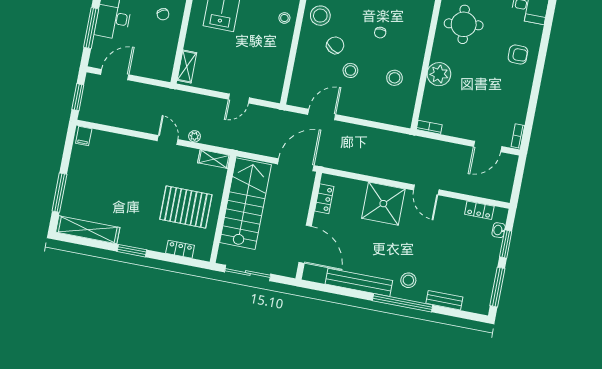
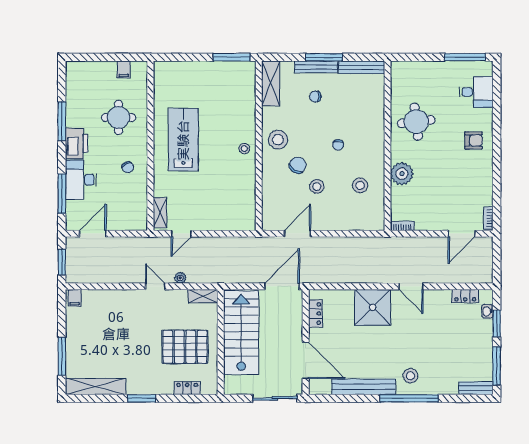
door: (239, 99) -> (181, 234), moved
sliding door: (248, 273) -> (275, 398), moved
bench: (444, 300) -> (476, 388), moved

